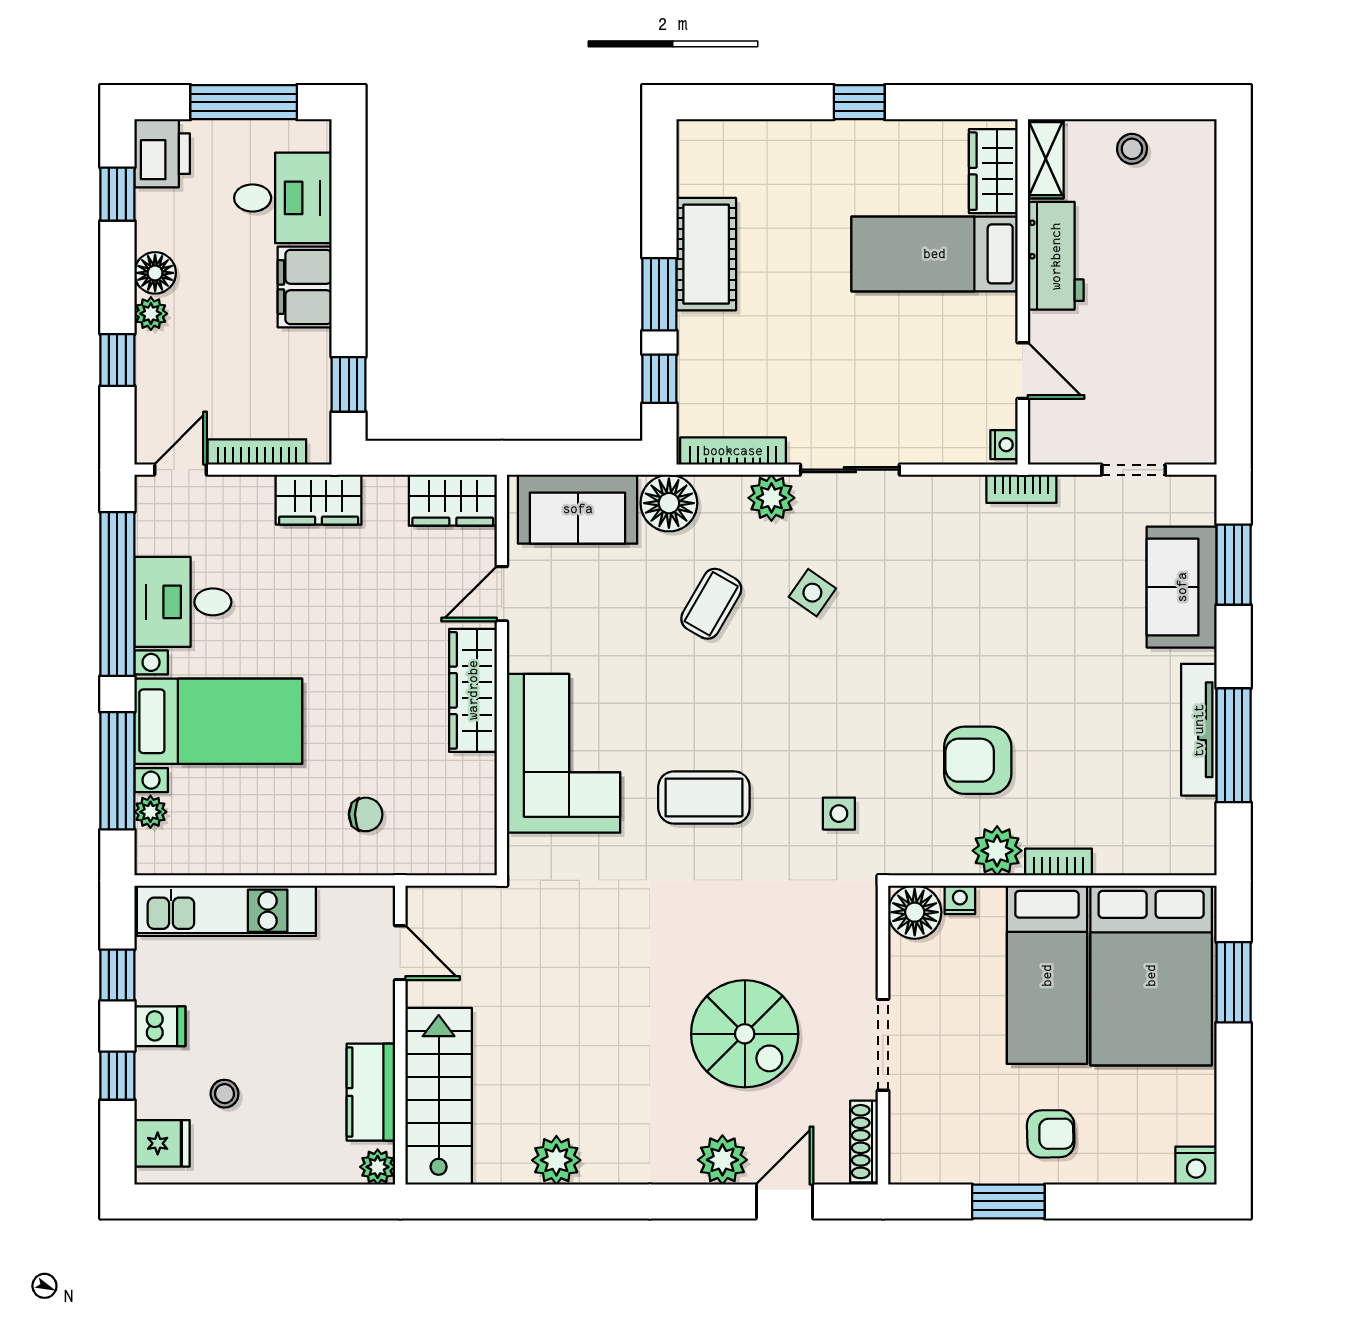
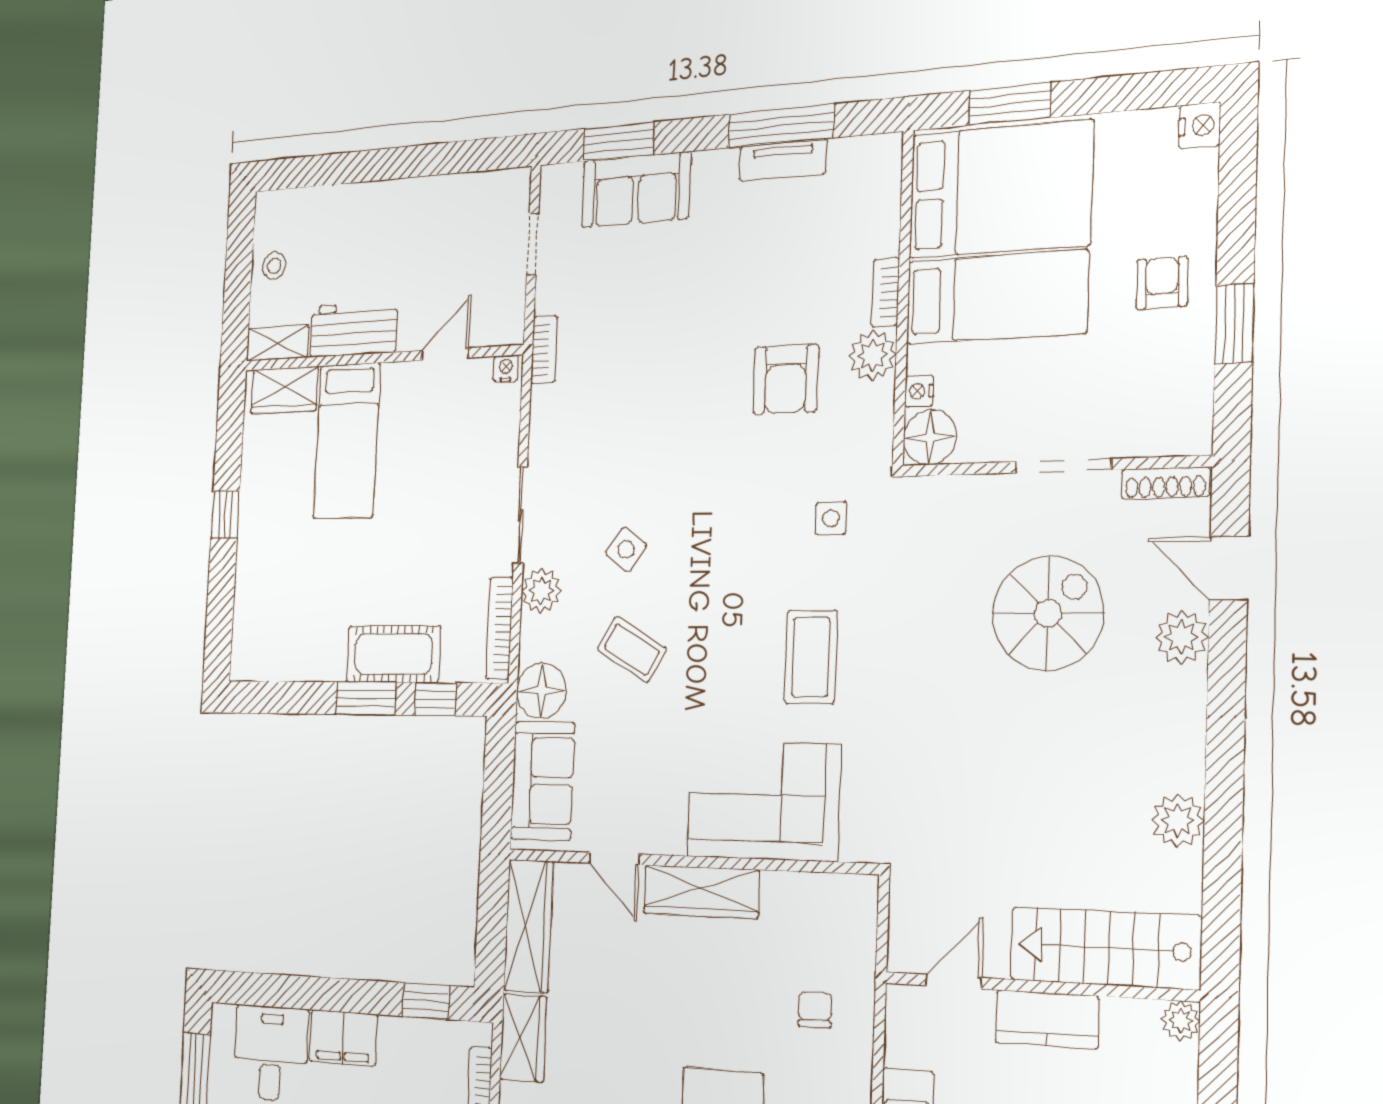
cot: (706, 254) -> (393, 654), moved
wardrobe: (453, 500) -> (529, 926), width x1.50
tv unit: (1199, 730) -> (783, 160), width x0.71
kitchen counter: (371, 1092) -> (1047, 1019), moved

